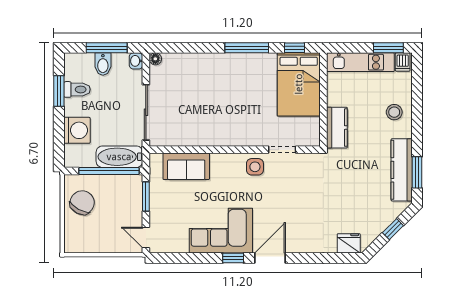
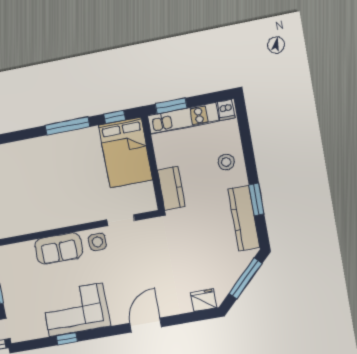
window: (388, 48) -> (171, 106), moved
sofa: (186, 166) -> (59, 248), moved
window: (417, 172) -> (257, 199), moved
window: (393, 229) -> (245, 279), width x2.17
window: (233, 258) -> (67, 339), moved
door: (270, 258) -> (146, 325), moved

